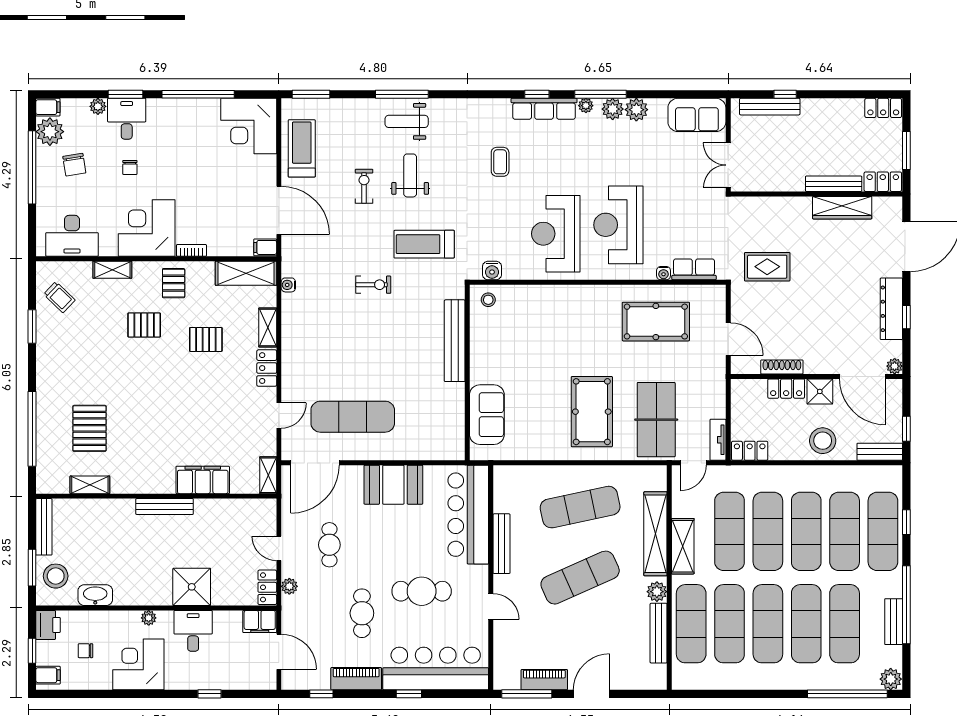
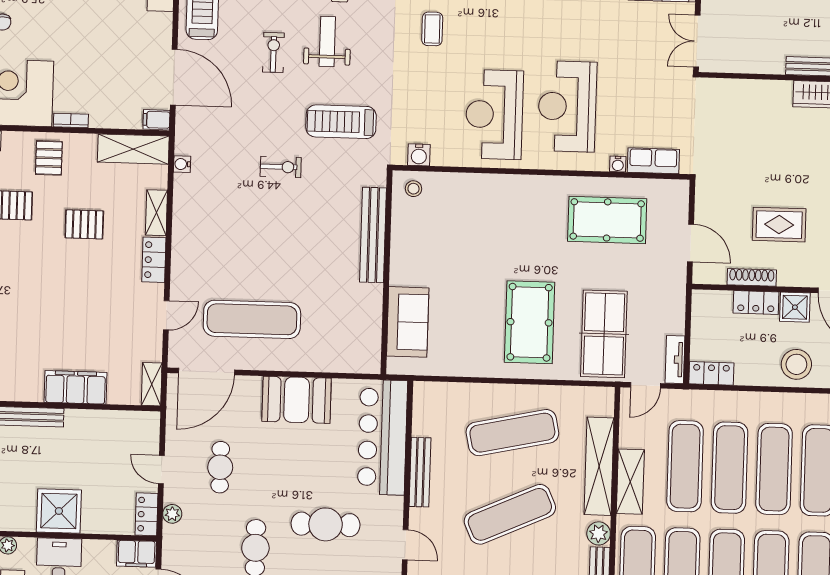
rug: (767, 267) -> (779, 225), moved

